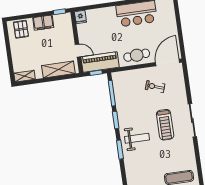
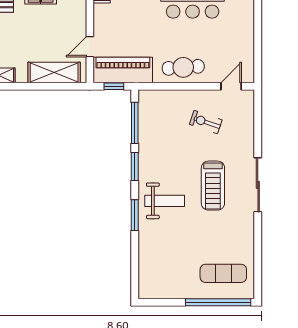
door: (78, 51) -> (90, 47), swing flipped
door: (168, 63) -> (231, 86), width x0.53

